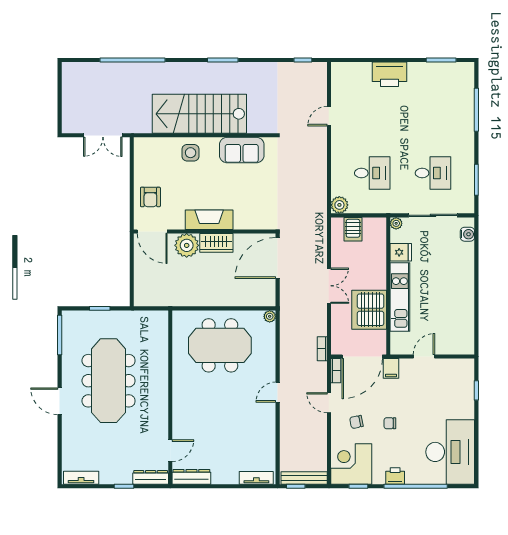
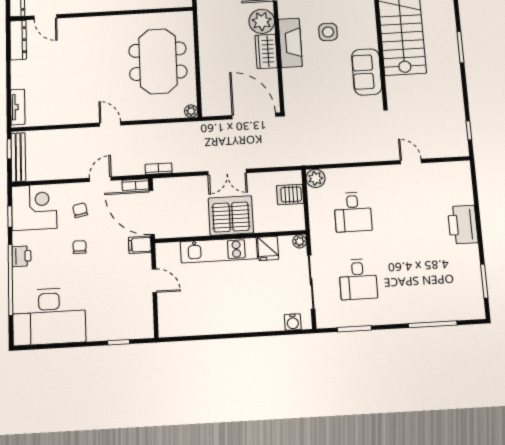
side table: (191, 153) -> (328, 32), moved
server rack: (369, 310) -> (231, 215), moved

